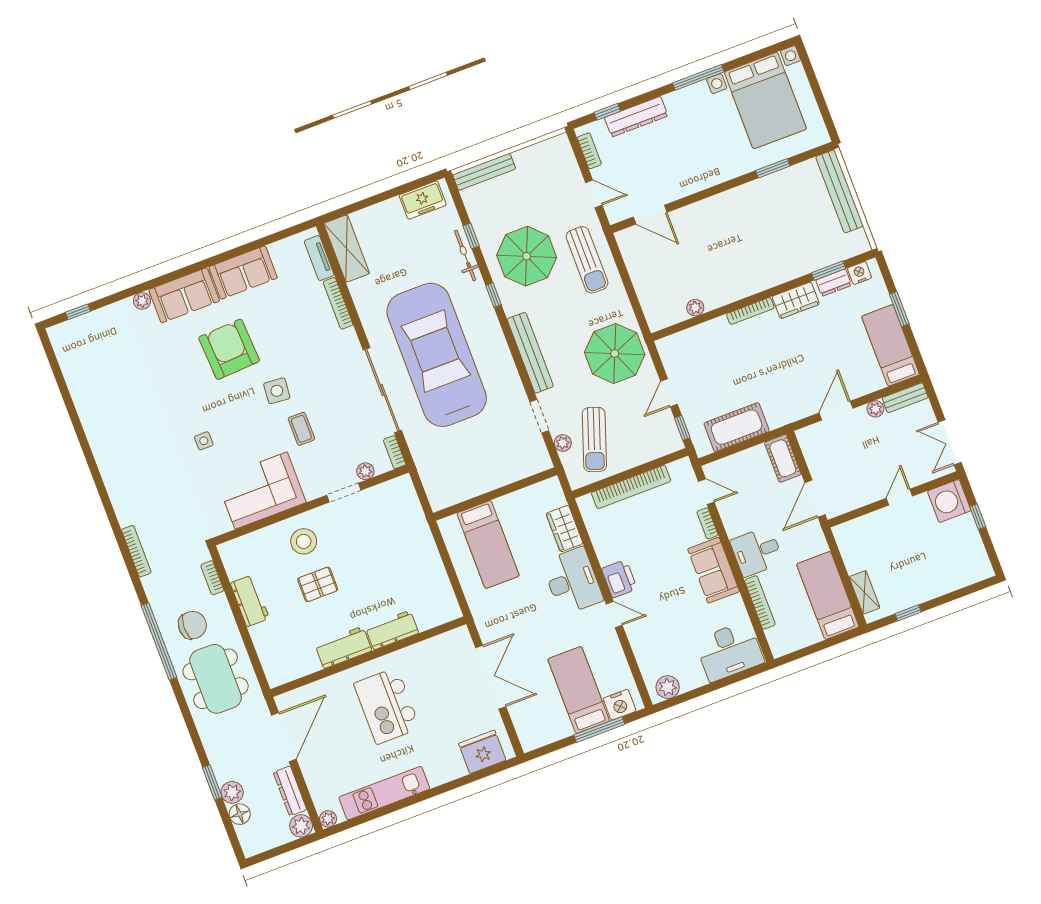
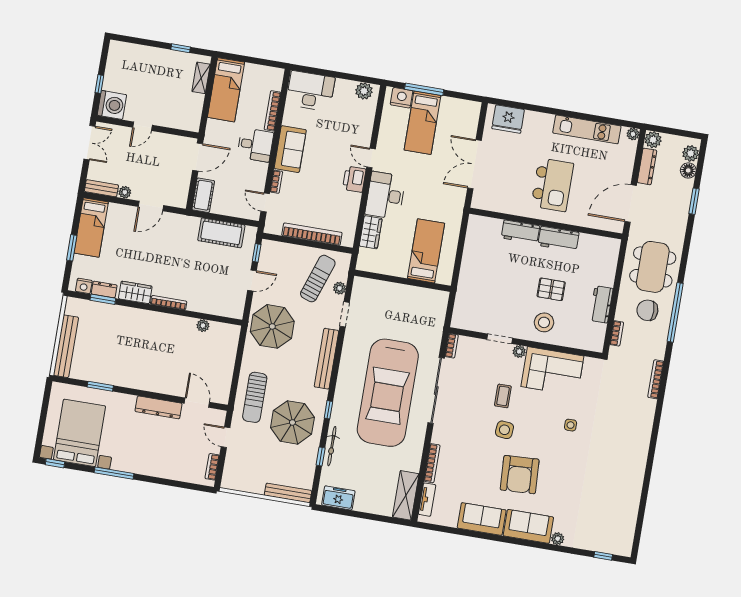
window: (607, 112) -> (55, 463), moved
dresser: (636, 117) -> (159, 407), moved, turned 180
sun lounger: (587, 260) -> (255, 397), turned 180
plant: (365, 471) -> (519, 351), moved
plant: (232, 792) -> (691, 153), moved

